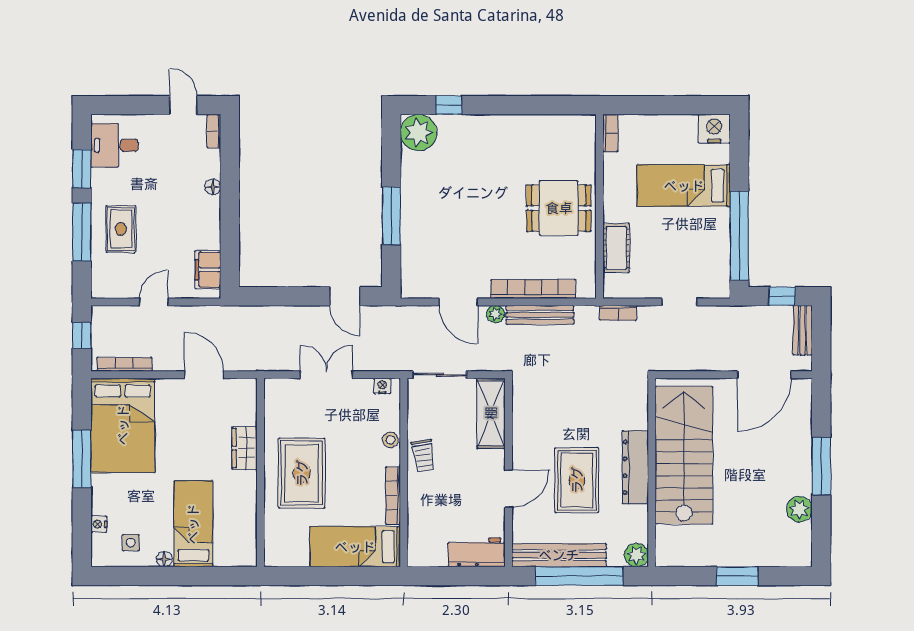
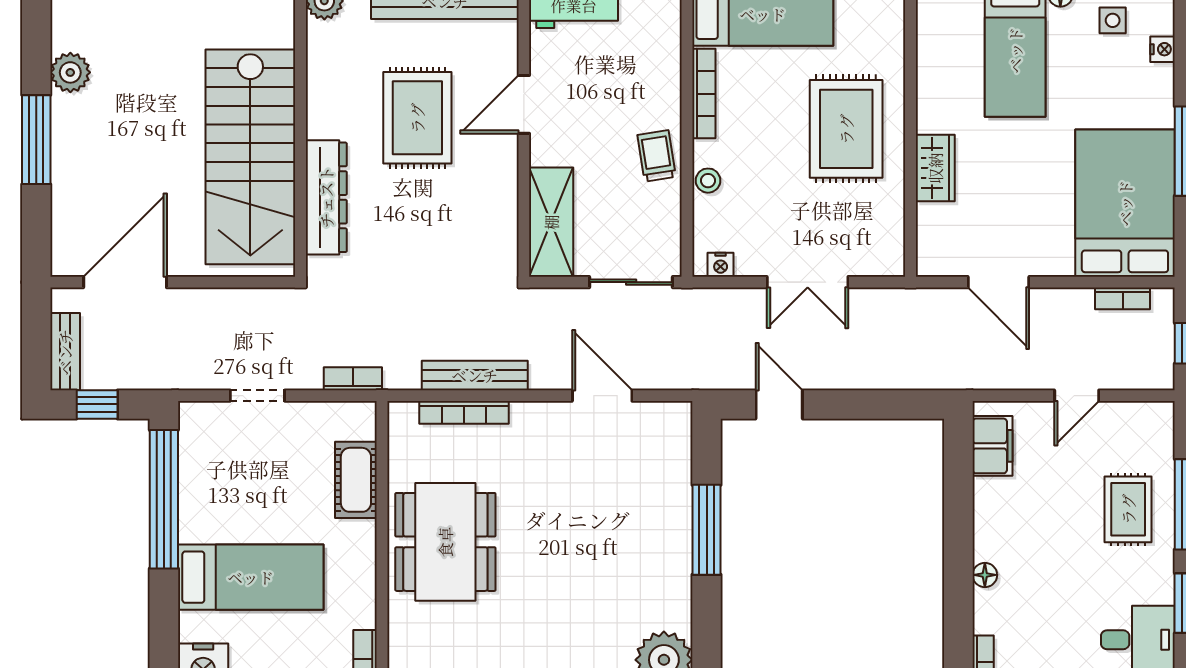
dining table: (559, 208) -> (445, 542), width x1.38
bookcase: (533, 289) -> (464, 412), width x0.68, depth x0.76
plant: (495, 314) -> (544, 377), removed
bookcase: (124, 364) -> (1123, 298), width x0.64
dresser: (635, 467) -> (326, 197), moved

